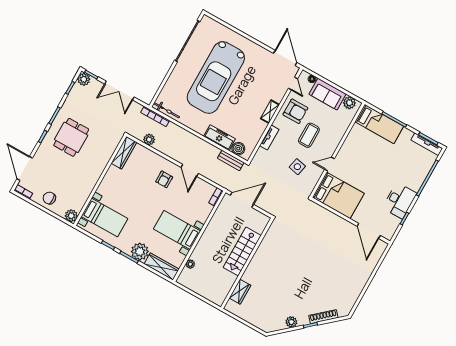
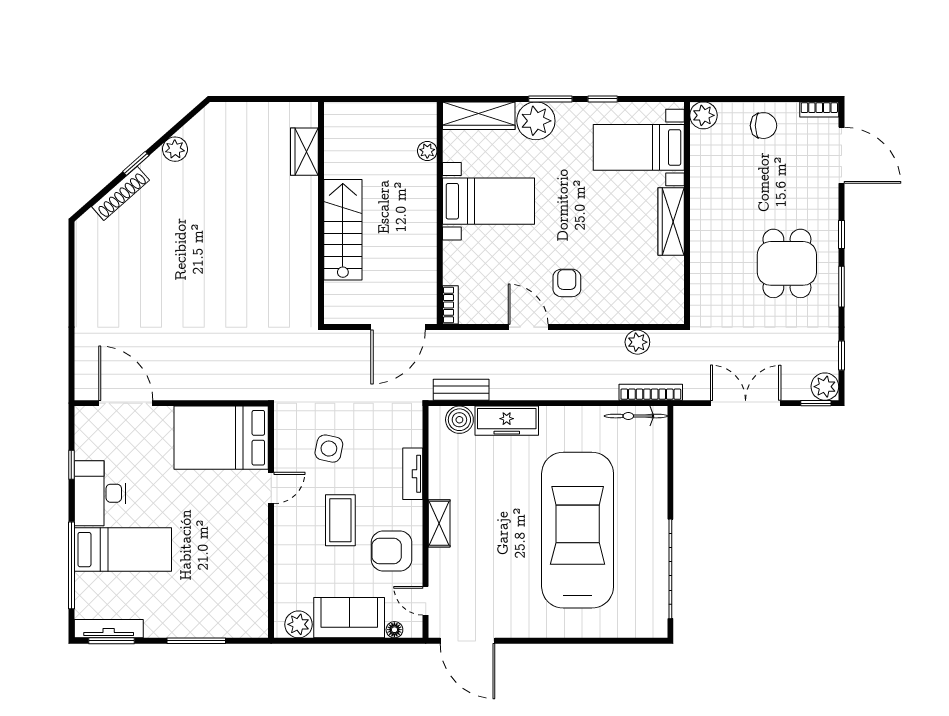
bed: (379, 124) -> (123, 550), moved, turned 180
wardrobe: (124, 153) -> (671, 221), moved

